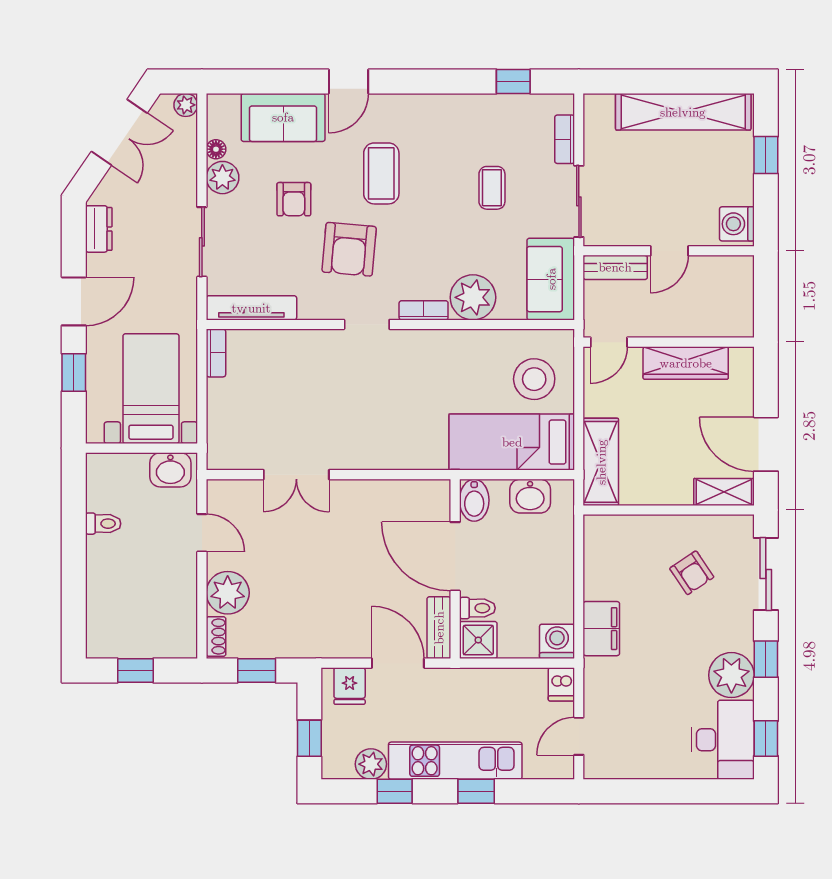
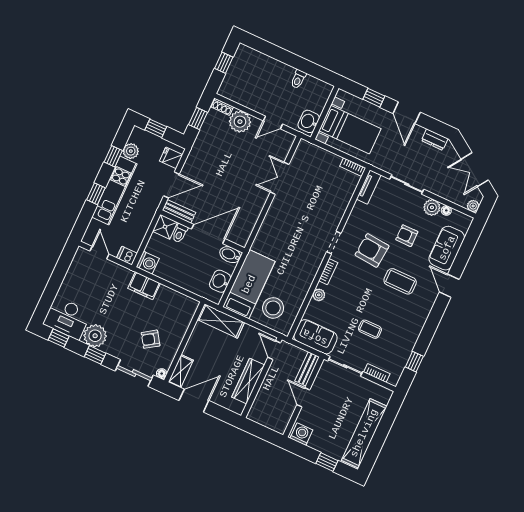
plant: (473, 297) -> (319, 295), width x0.53, depth x0.53
tv unit: (251, 308) -> (369, 187), width x0.71
floor lamp: (744, 525) -> (162, 374), added

